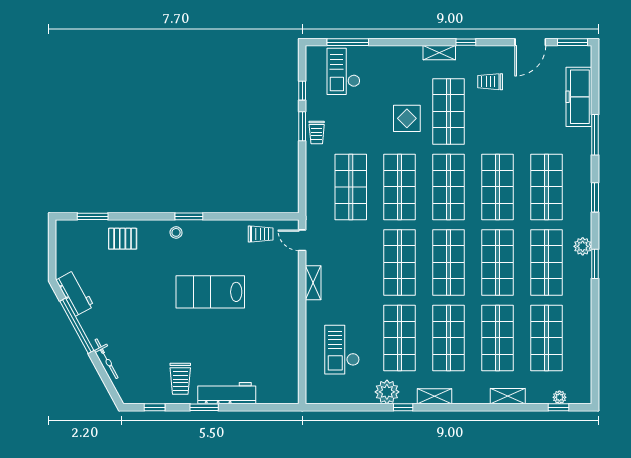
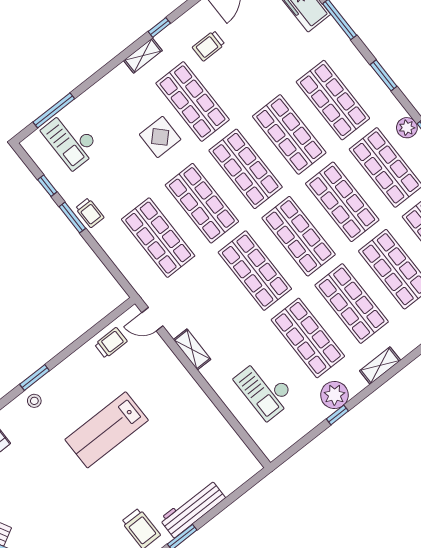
window: (403, 407) -> (337, 415), moved

